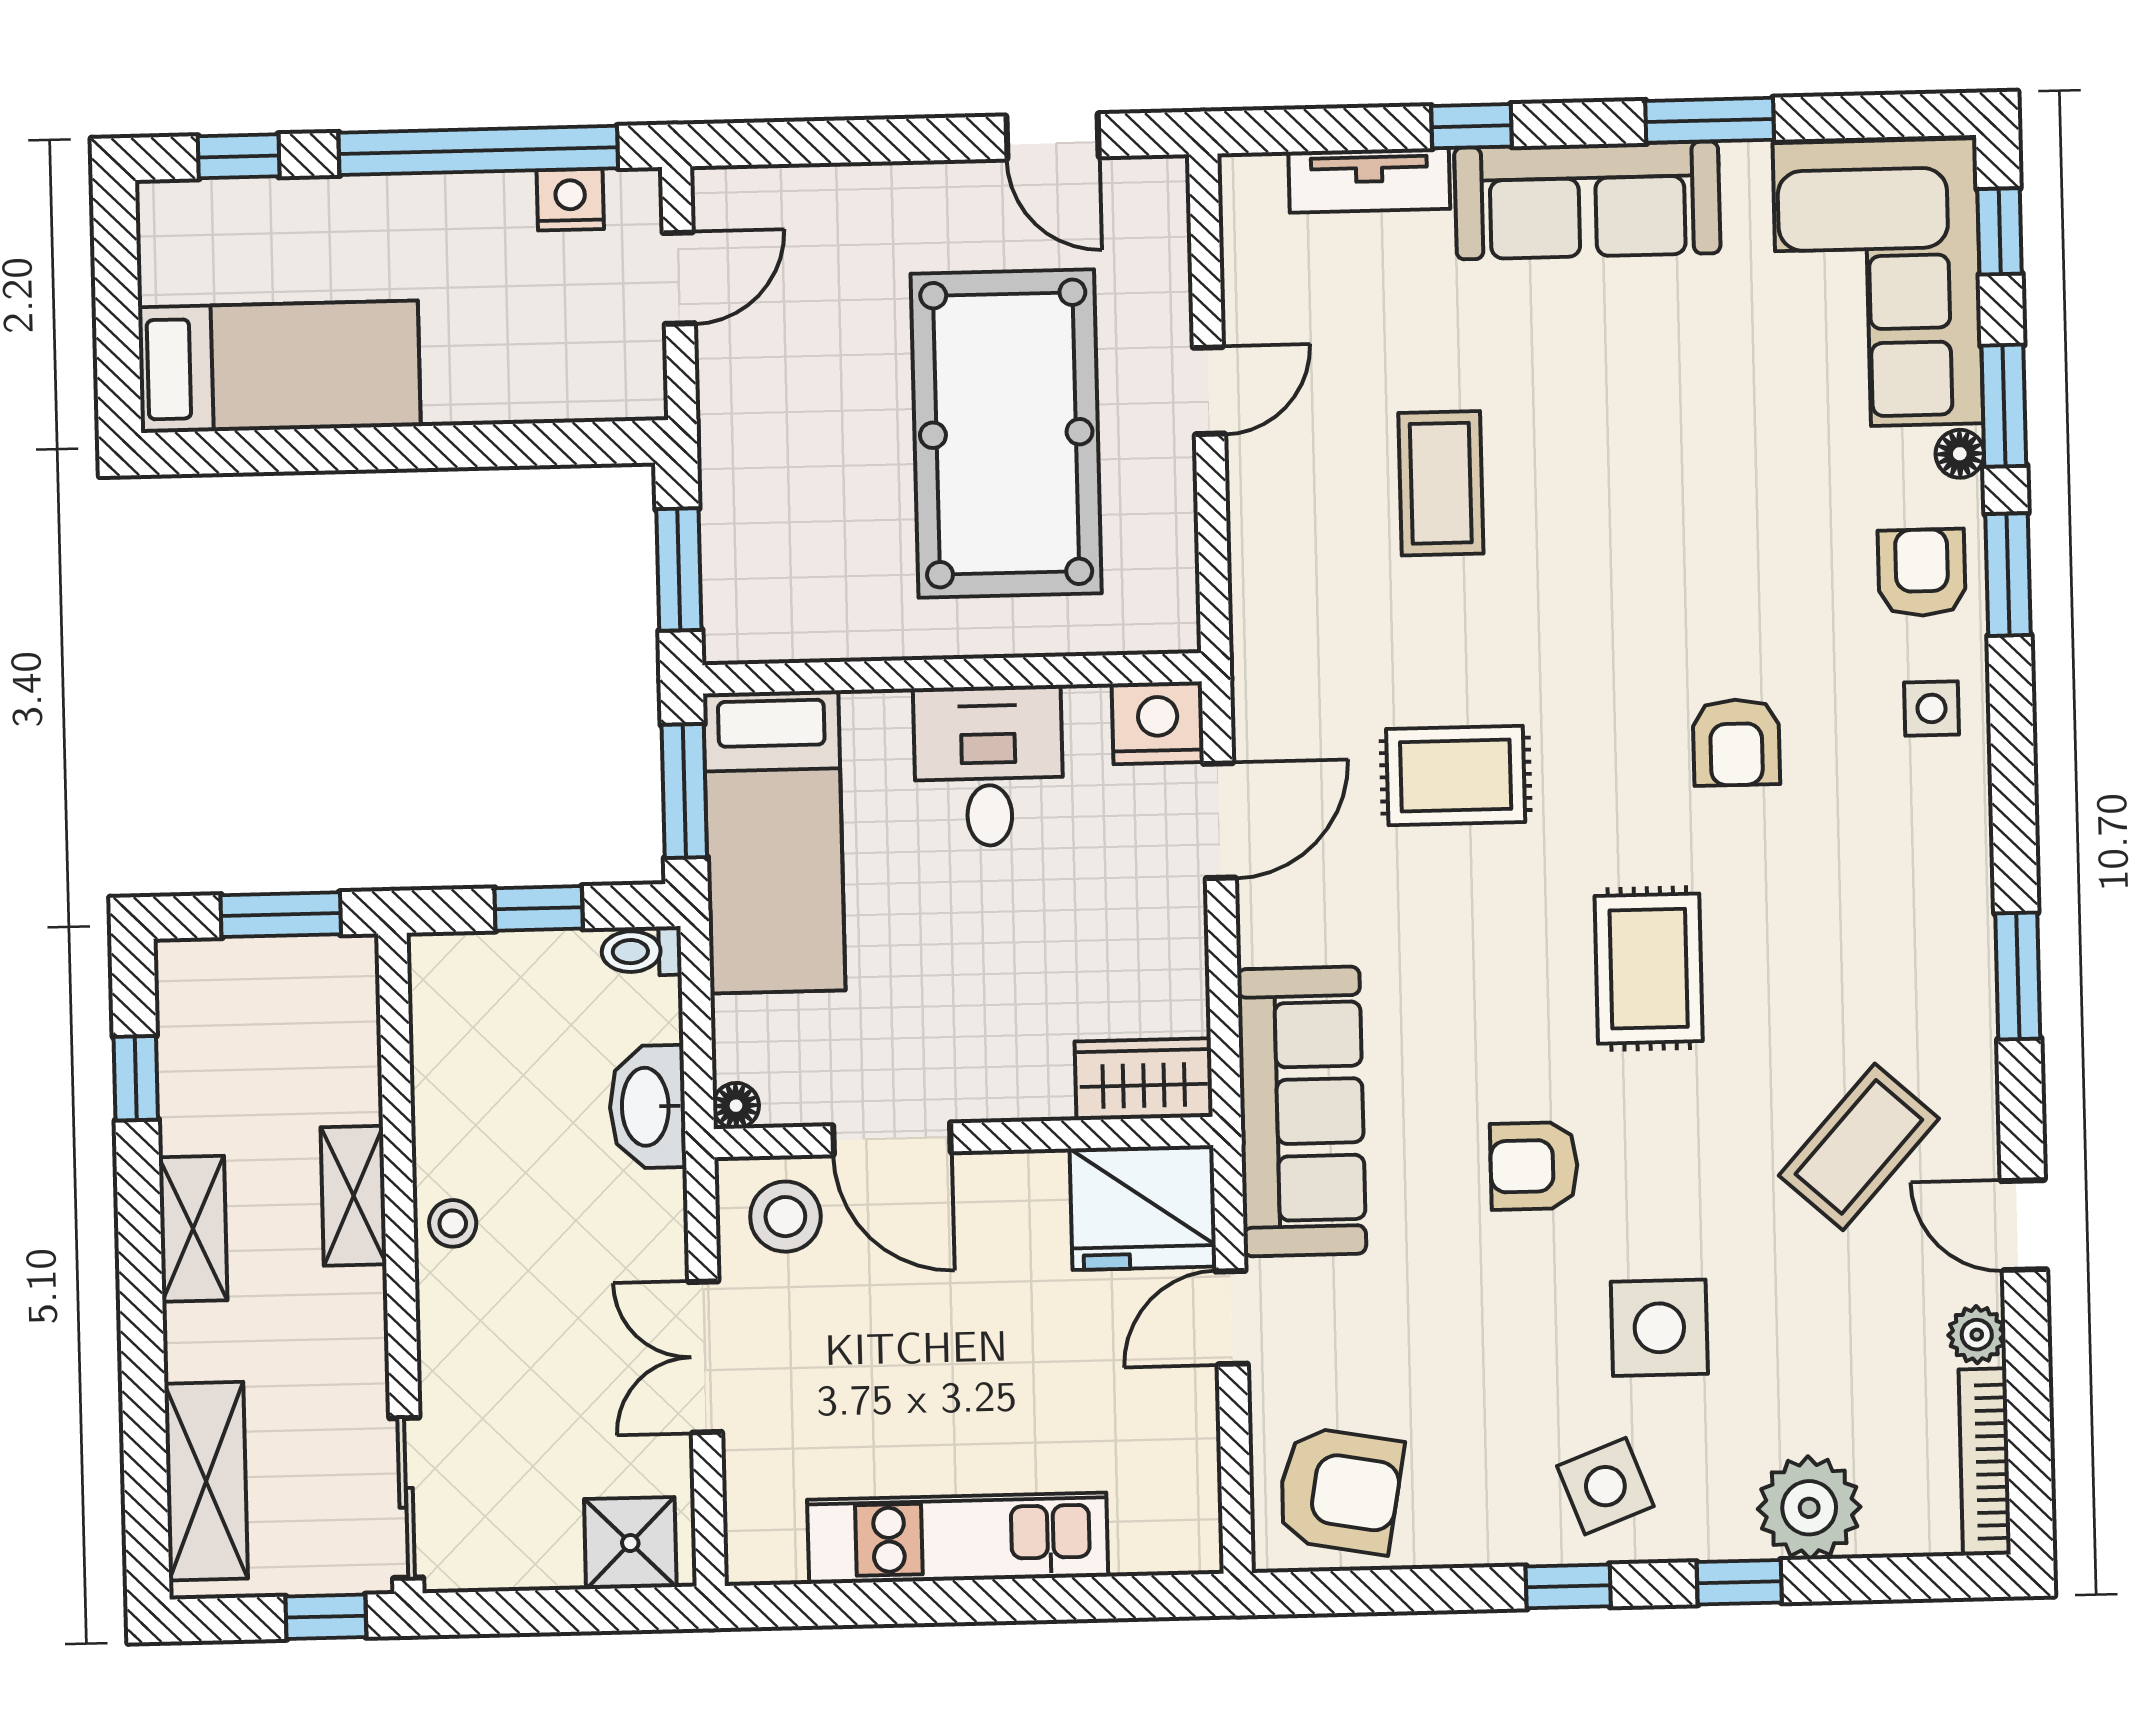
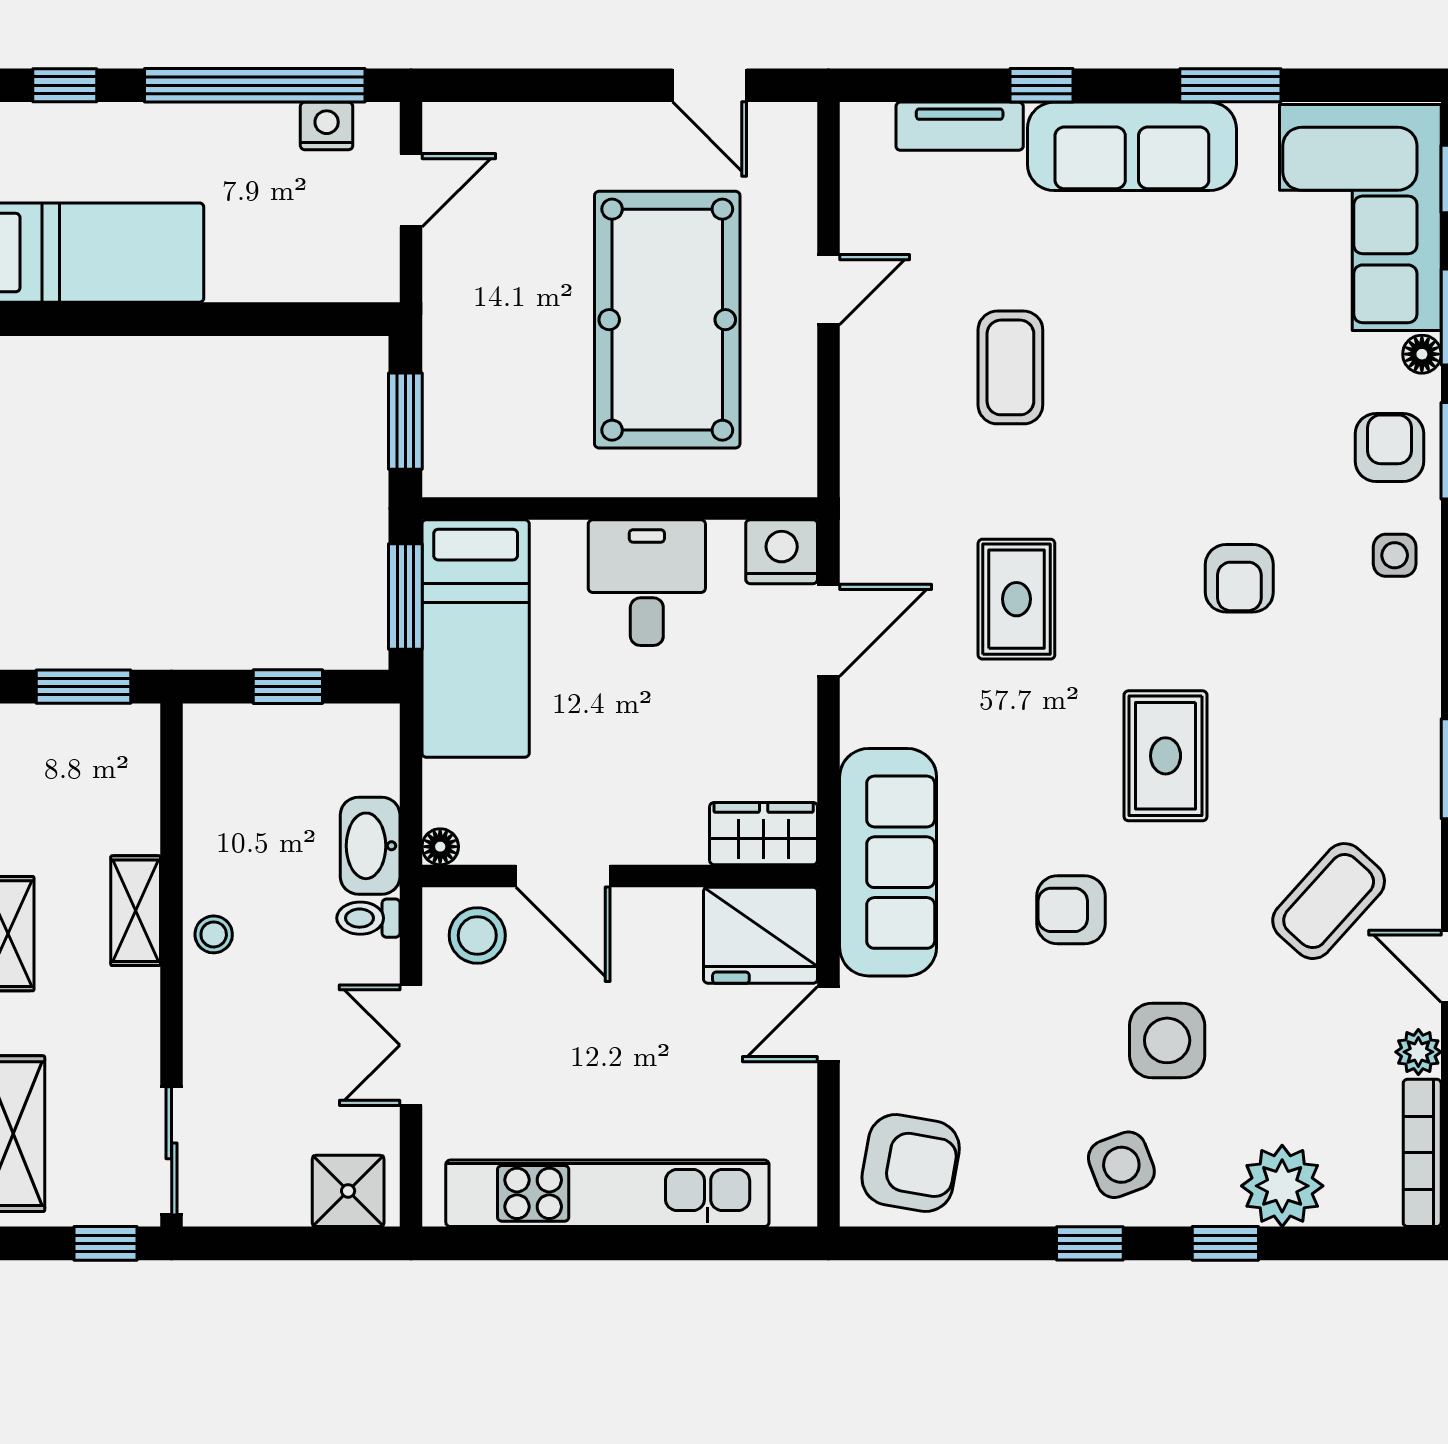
rug: (1456, 775) -> (1016, 599), turned 90
toilet: (641, 951) -> (368, 918), moved
kitchen unit: (958, 1538) -> (607, 1193), width x1.36

